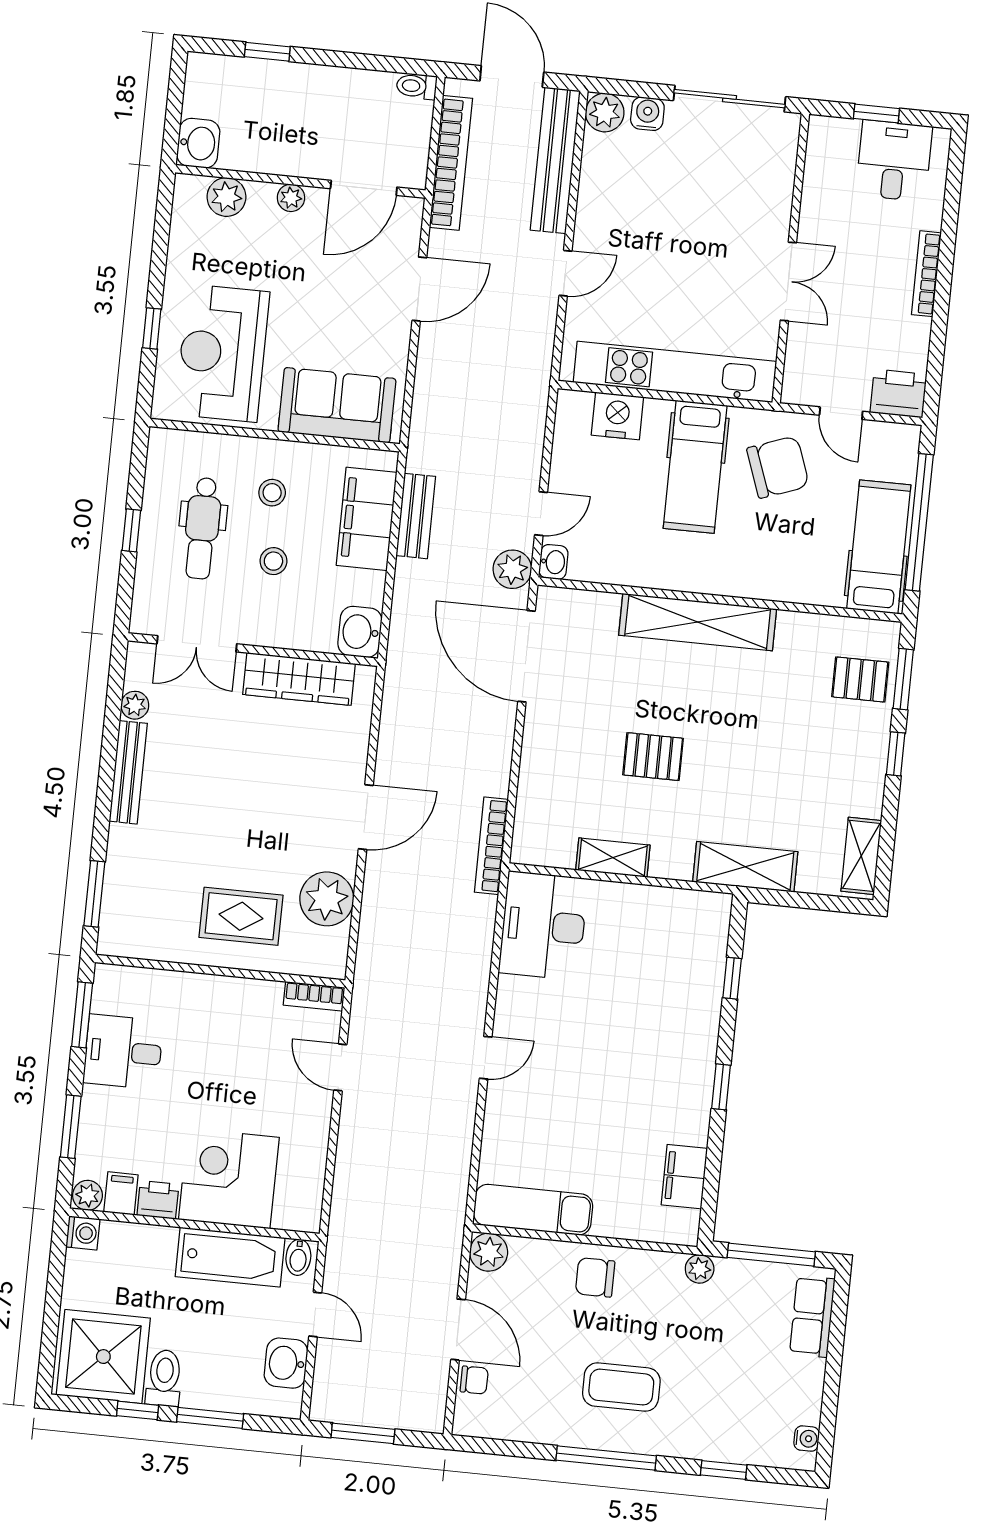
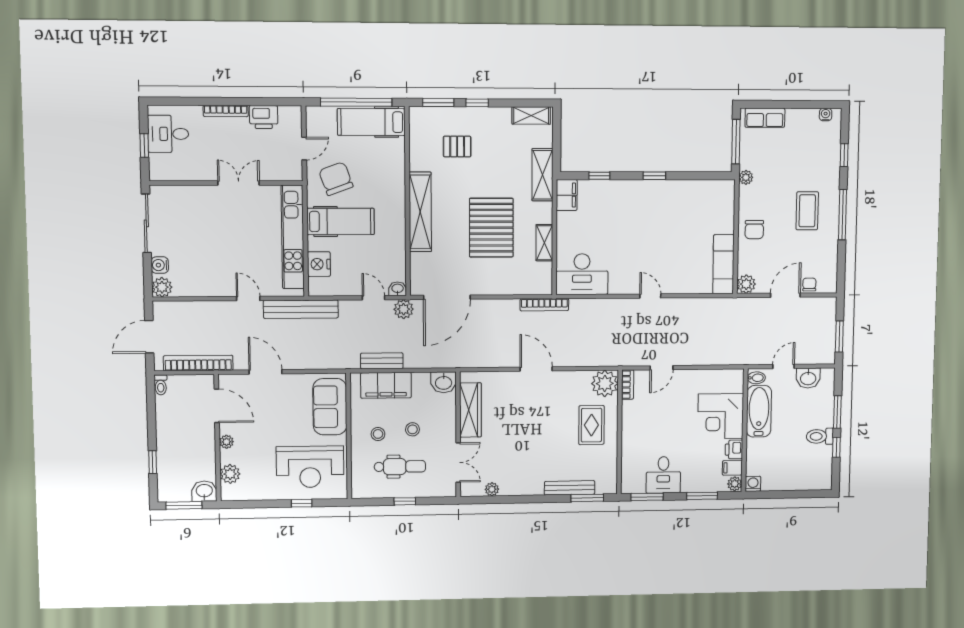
window: (175, 101) -> (184, 505), added
bench: (555, 160) -> (301, 309), moved
printer: (898, 393) -> (264, 117), moved, turned -90
pallet: (860, 679) -> (457, 146), moved, turned 90
pallet: (653, 757) -> (491, 228), width x2.05, depth x2.00
bench: (128, 772) -> (570, 488), moved
plant: (327, 899) -> (605, 383), moved
filing cabinet: (684, 1177) -> (567, 195), moved, turned -90
shower: (103, 1357) -> (812, 467), removed

